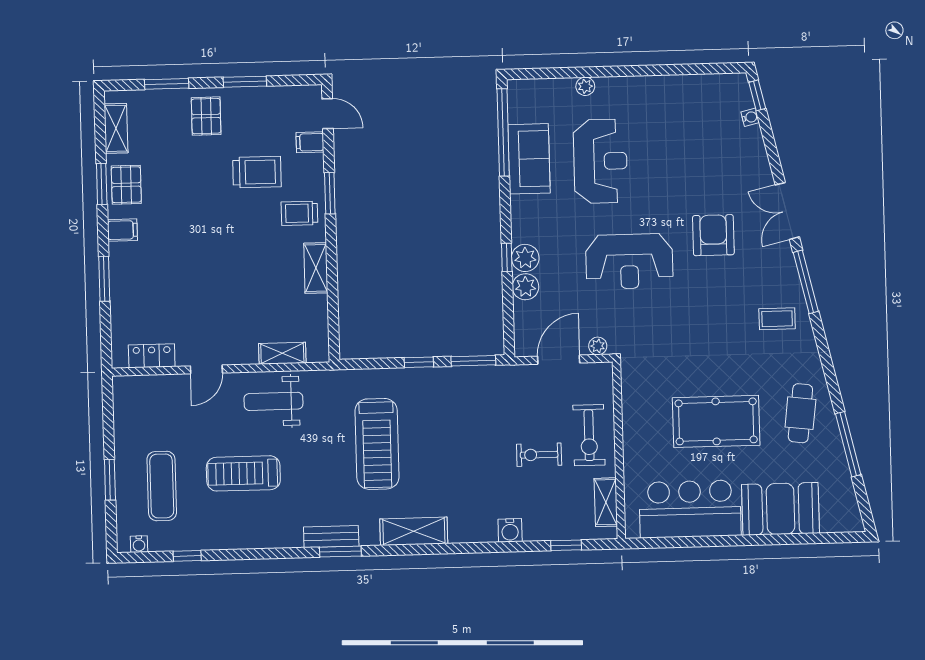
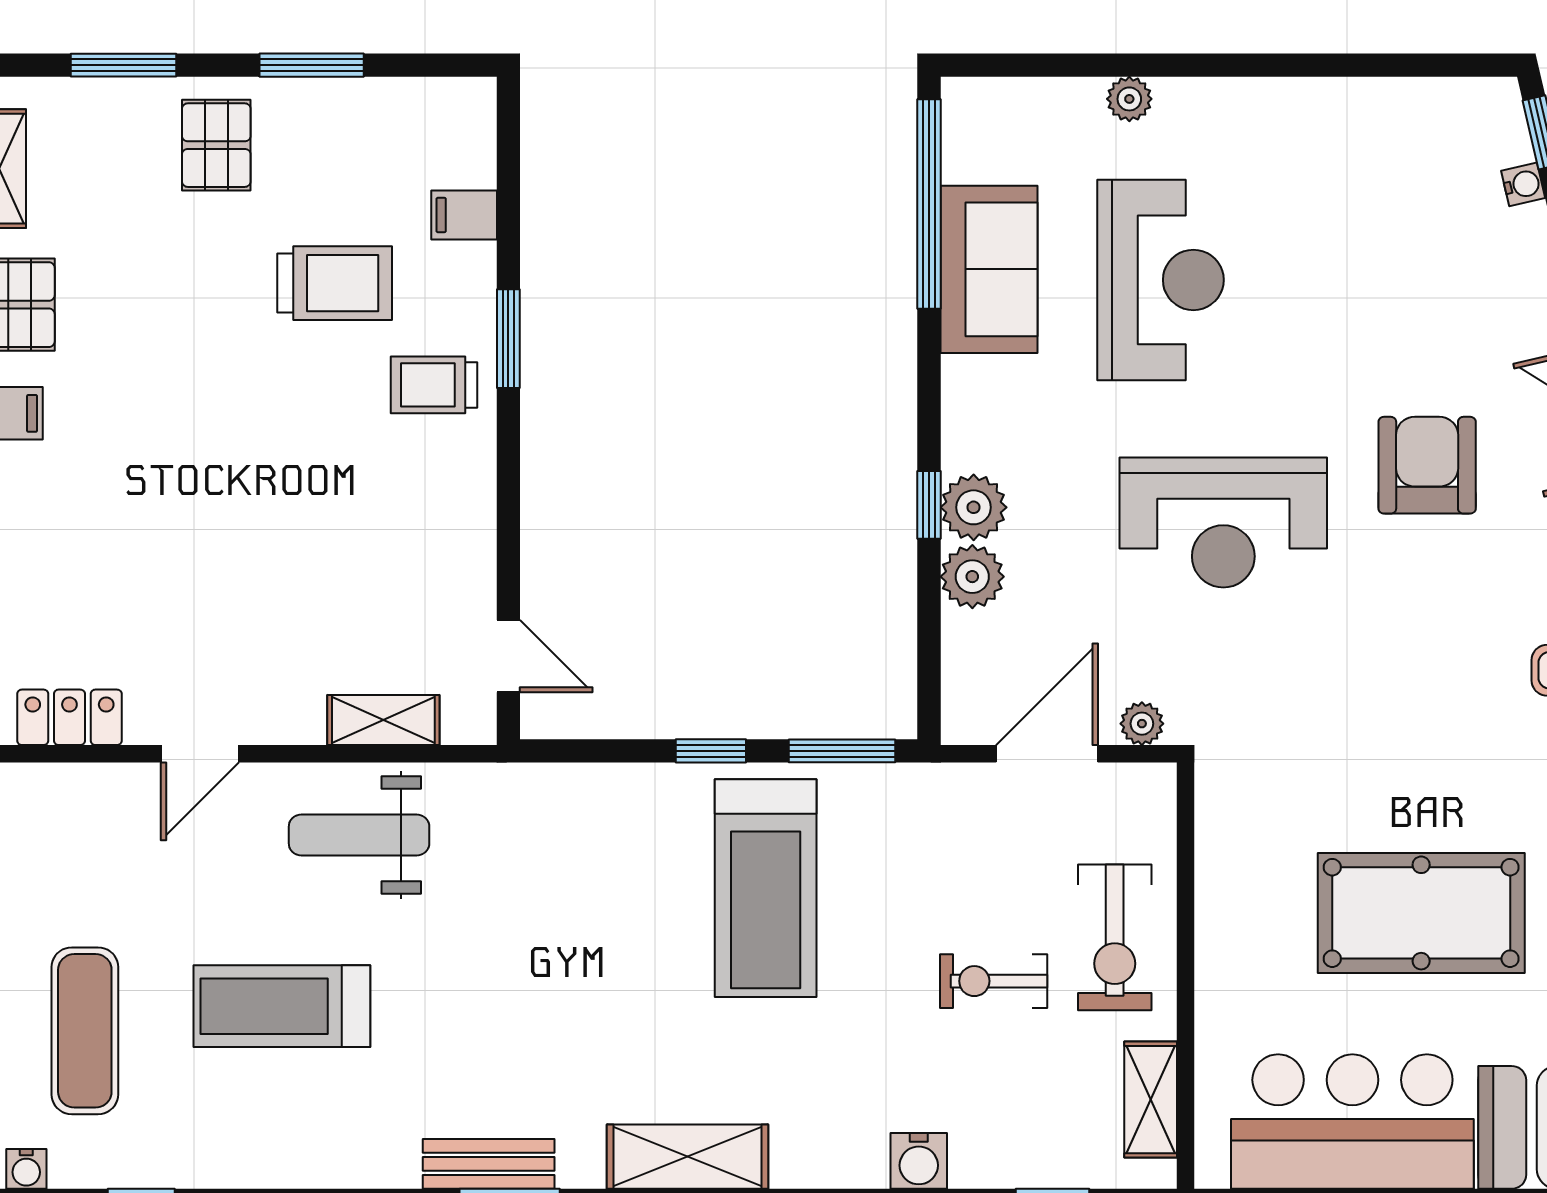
door: (328, 114) -> (508, 656), moved
shelving: (316, 268) -> (470, 517), removed
treadmill: (377, 444) -> (766, 888), moved

